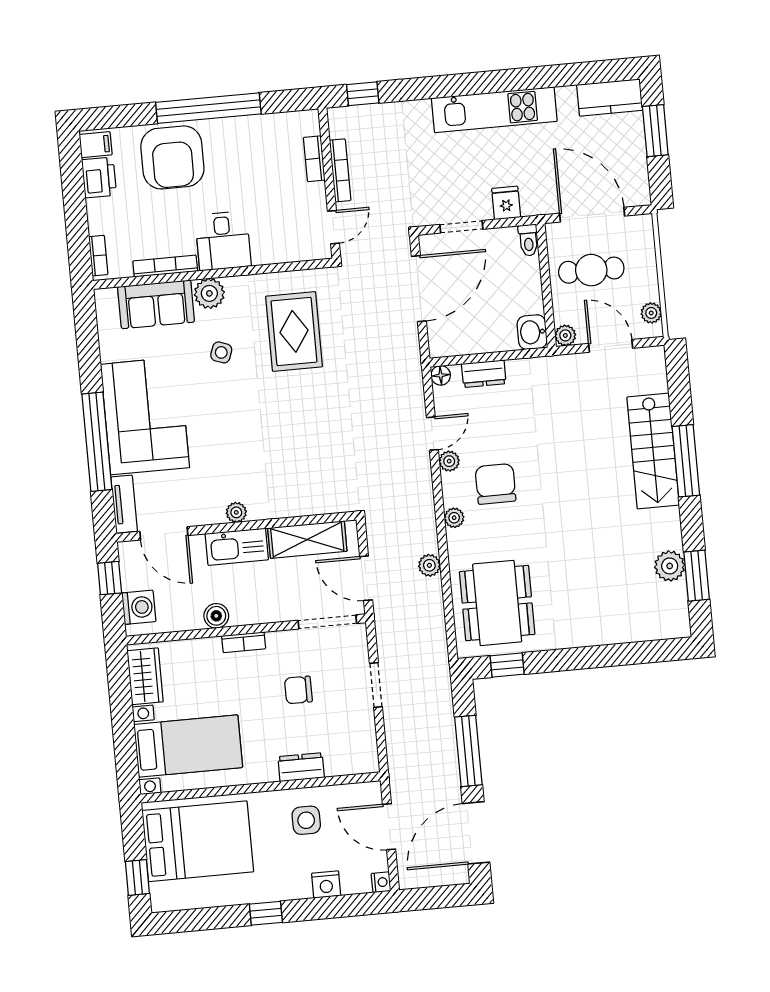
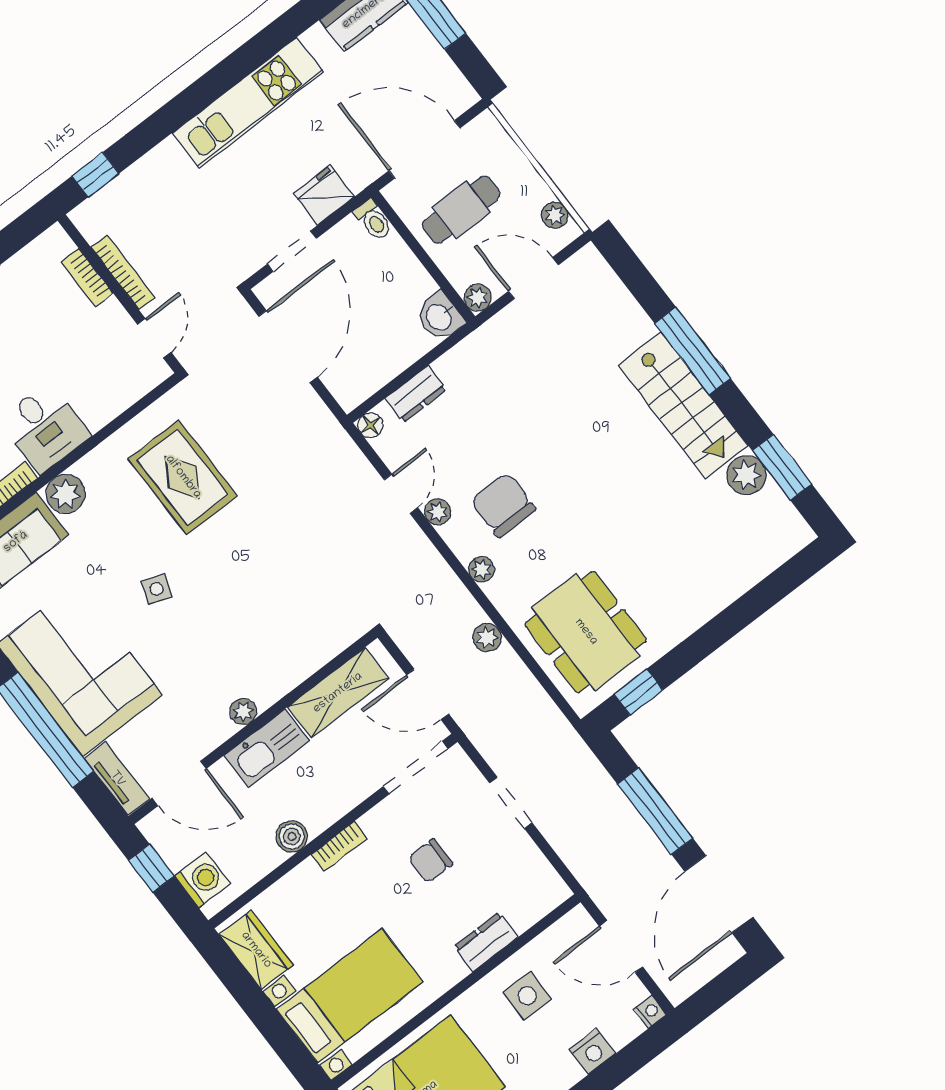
fridge: (506, 203) -> (324, 195), width x1.38
side table: (221, 352) -> (157, 589), moved
stairs: (653, 451) -> (683, 405), moved

